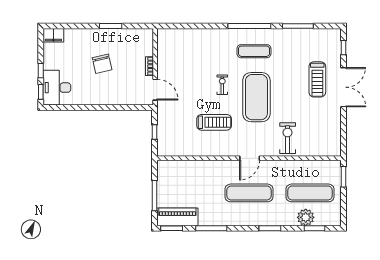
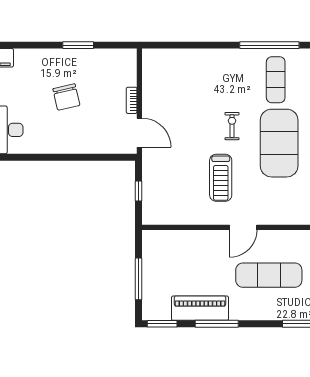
exercise mat: (254, 51) -> (276, 80), turned 90
treadmill: (214, 122) -> (221, 178), turned 90
door: (250, 158) -> (243, 227), moved
piano: (177, 217) -> (200, 308), moved

